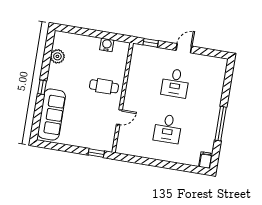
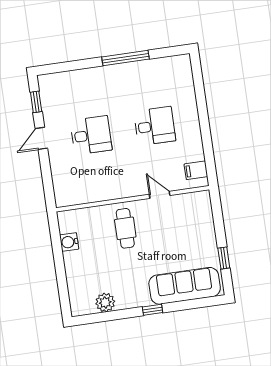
window: (151, 43) -> (36, 102), moved
door: (184, 48) -> (41, 138), hinge flipped
window: (96, 153) -> (224, 258), moved
filing cabinet: (206, 160) -> (196, 170), moved

